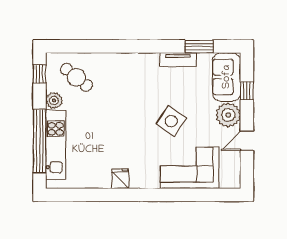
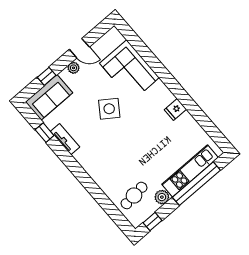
window: (199, 46) -> (45, 133), width x0.67
cafe table: (76, 77) -> (134, 195), turned 45
plant: (228, 115) -> (73, 68), width x0.53, depth x0.53

